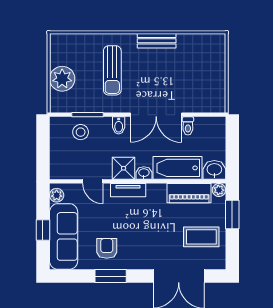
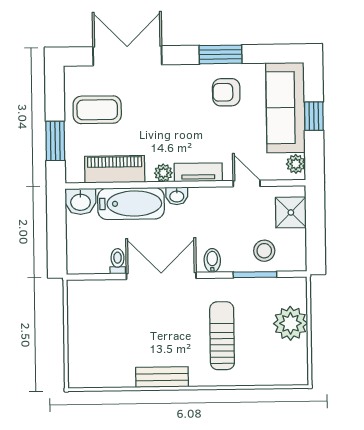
shower: (124, 168) -> (291, 212), moved
plant: (219, 190) -> (163, 173), moved
armchair: (107, 248) -> (226, 92), turned 90

